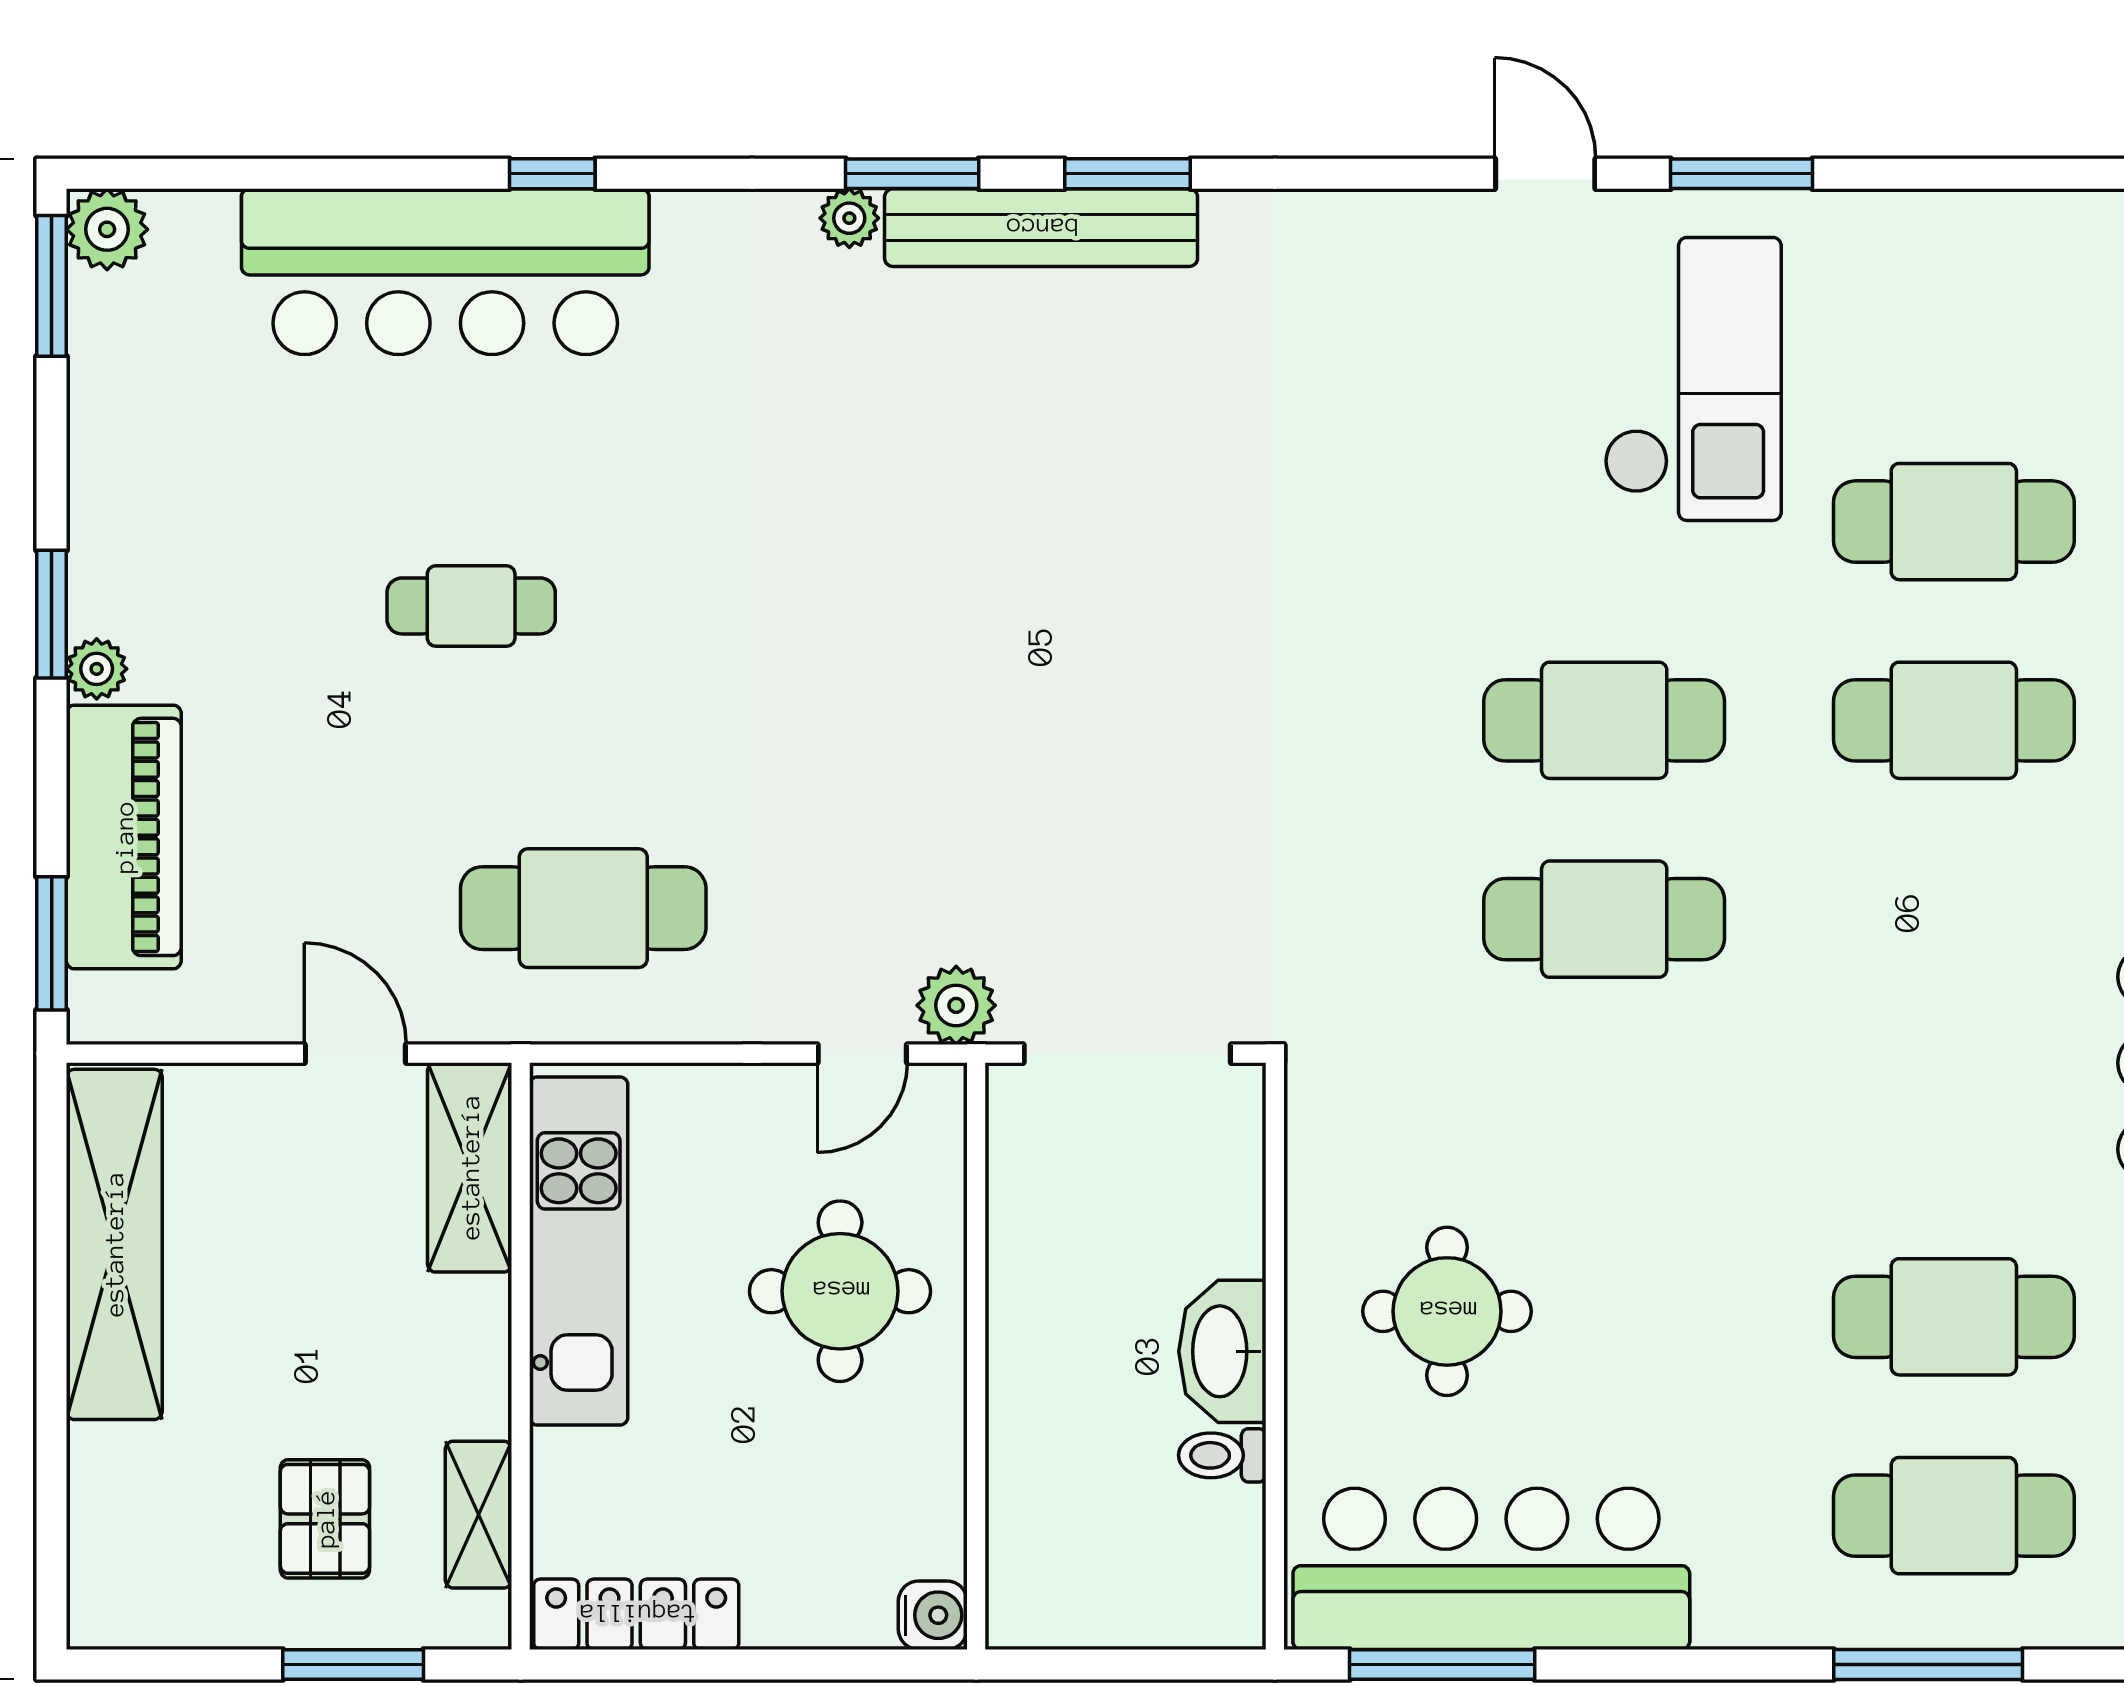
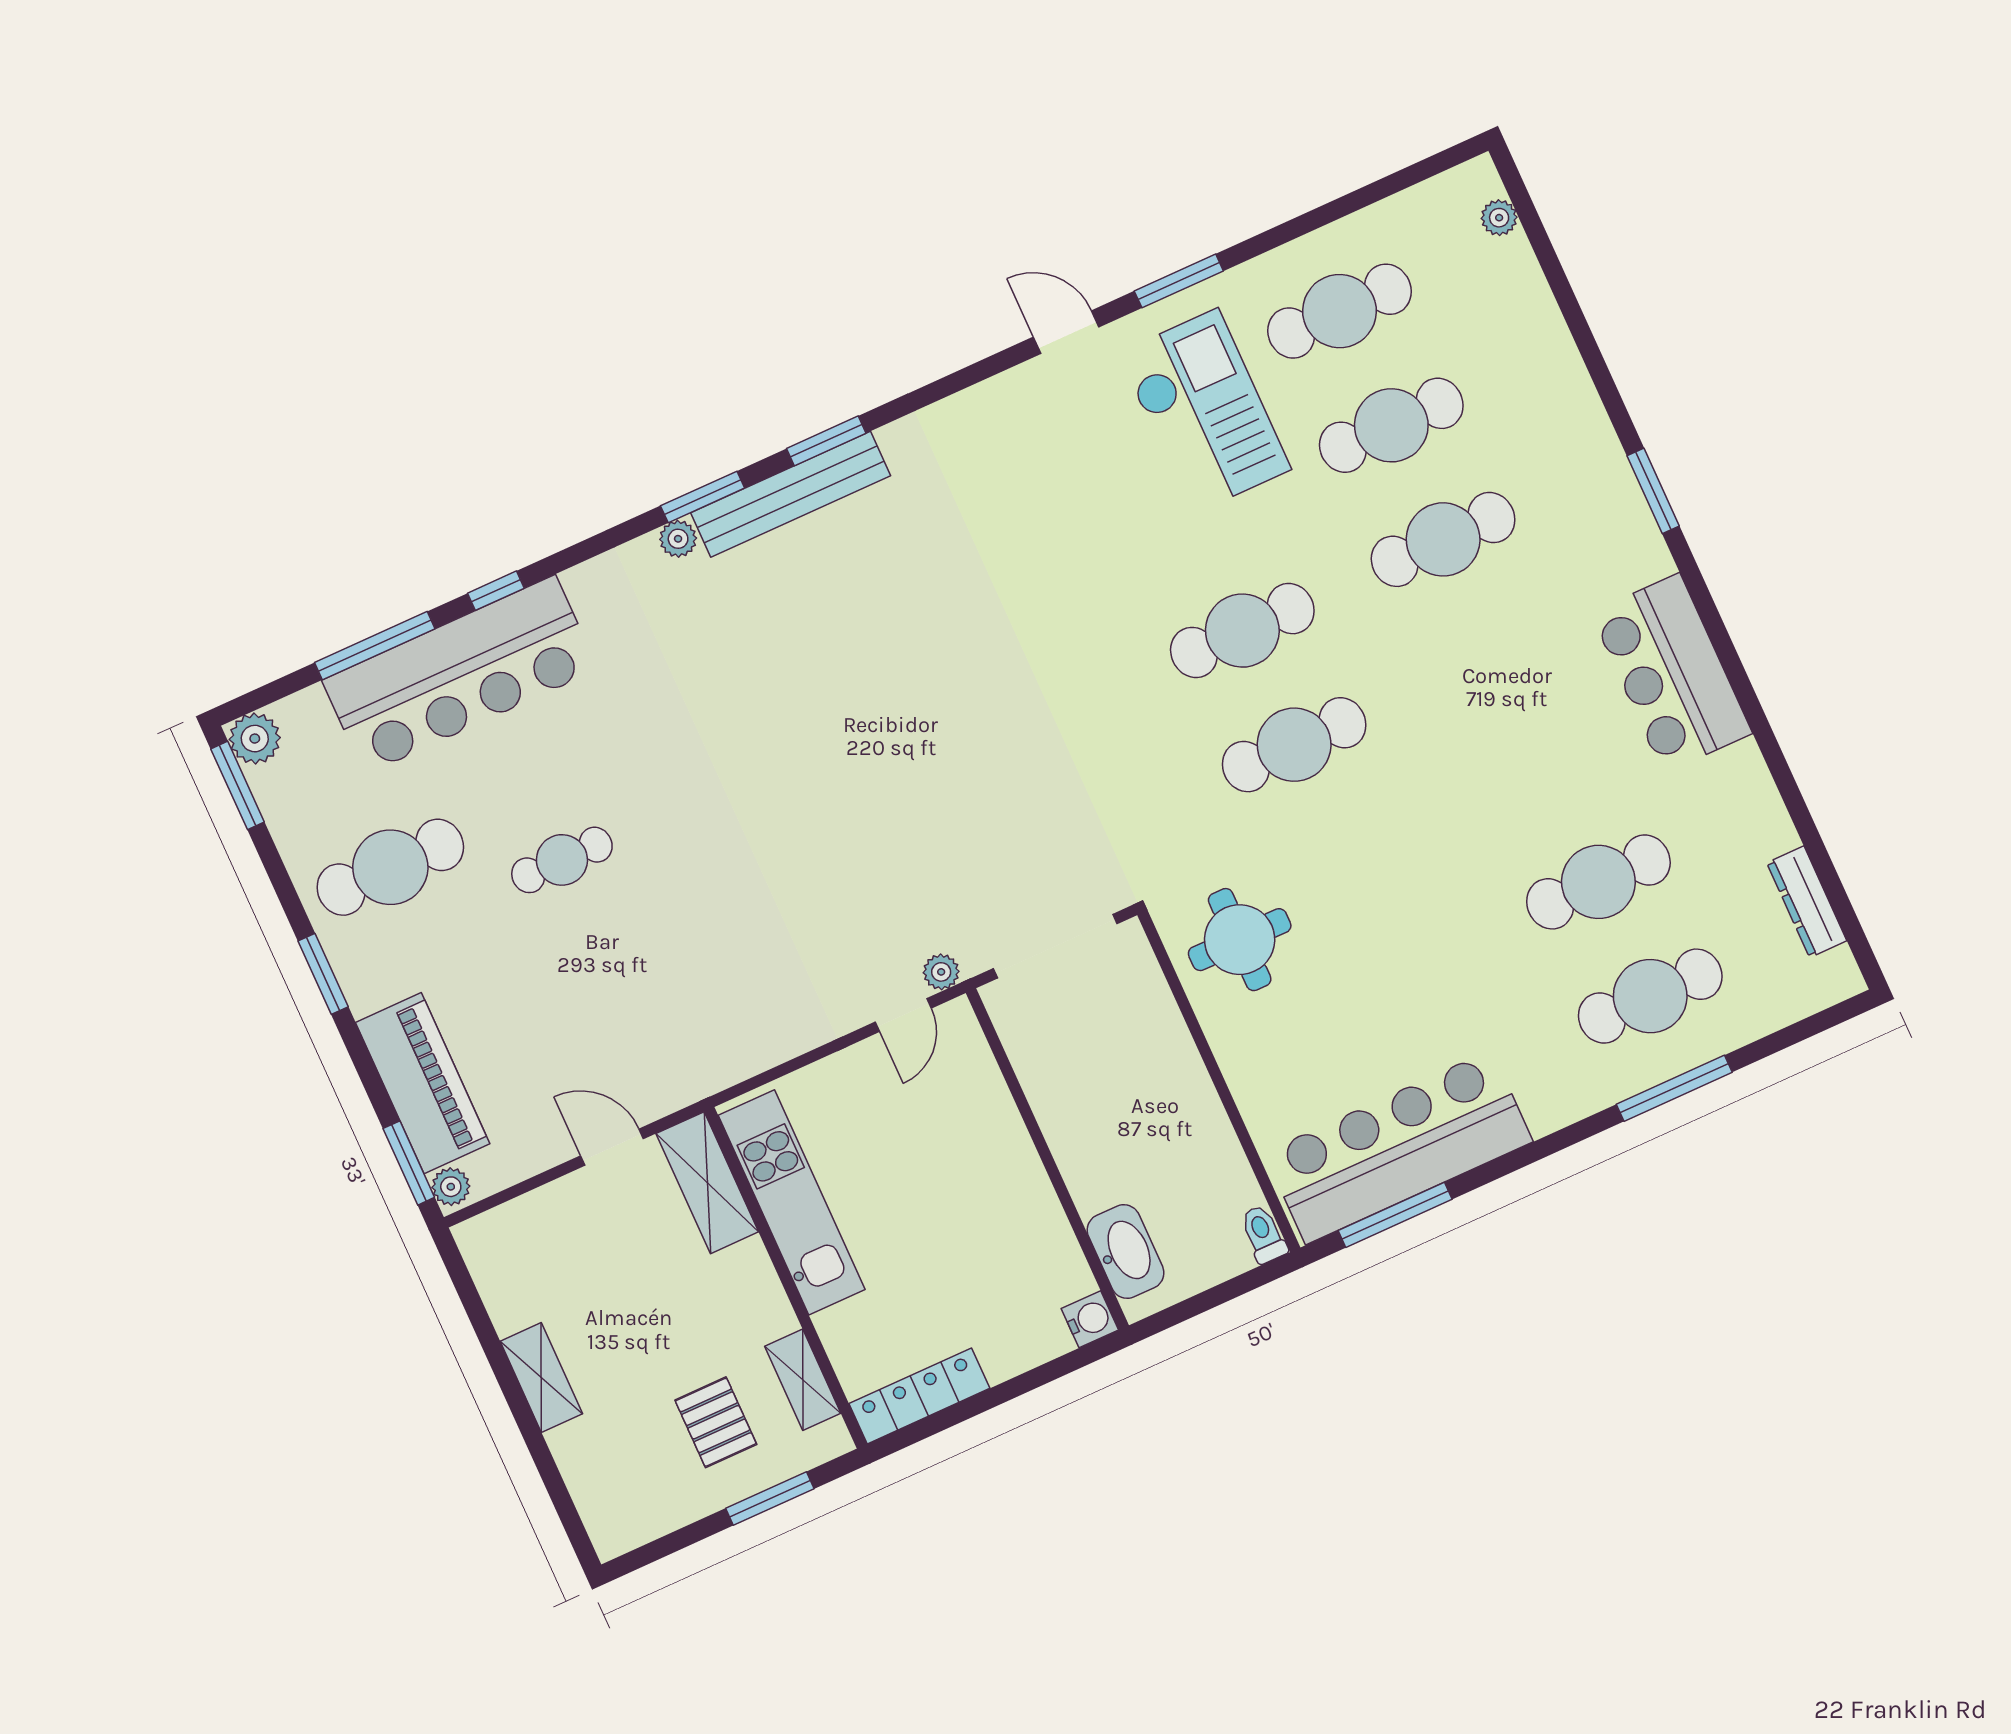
window: (341, 174) -> (375, 646), added
cafe table: (1954, 323) -> (1340, 311), added
plant: (97, 669) -> (451, 1187), moved
cafe table: (583, 908) -> (390, 867), moved
plant: (956, 1005) -> (941, 972), width x0.73, depth x0.73
shelving: (114, 1244) -> (541, 1378), width x0.45, depth x0.75
round table: (840, 1291) -> (952, 1157), removed
round table: (1447, 1311) -> (1240, 940), moved
washbasin: (1222, 1351) -> (1126, 1252), moved, turned 180
toilet: (1222, 1455) -> (1263, 1234), moved, turned 90

